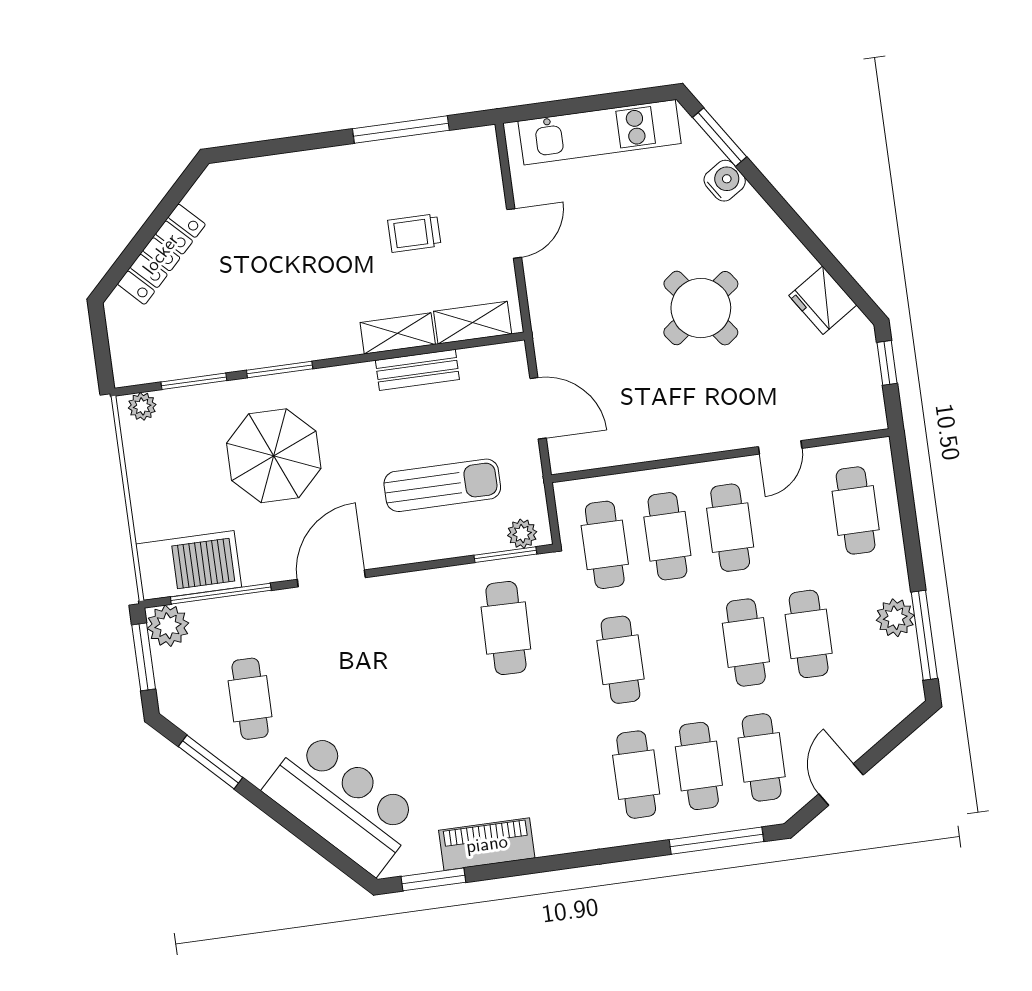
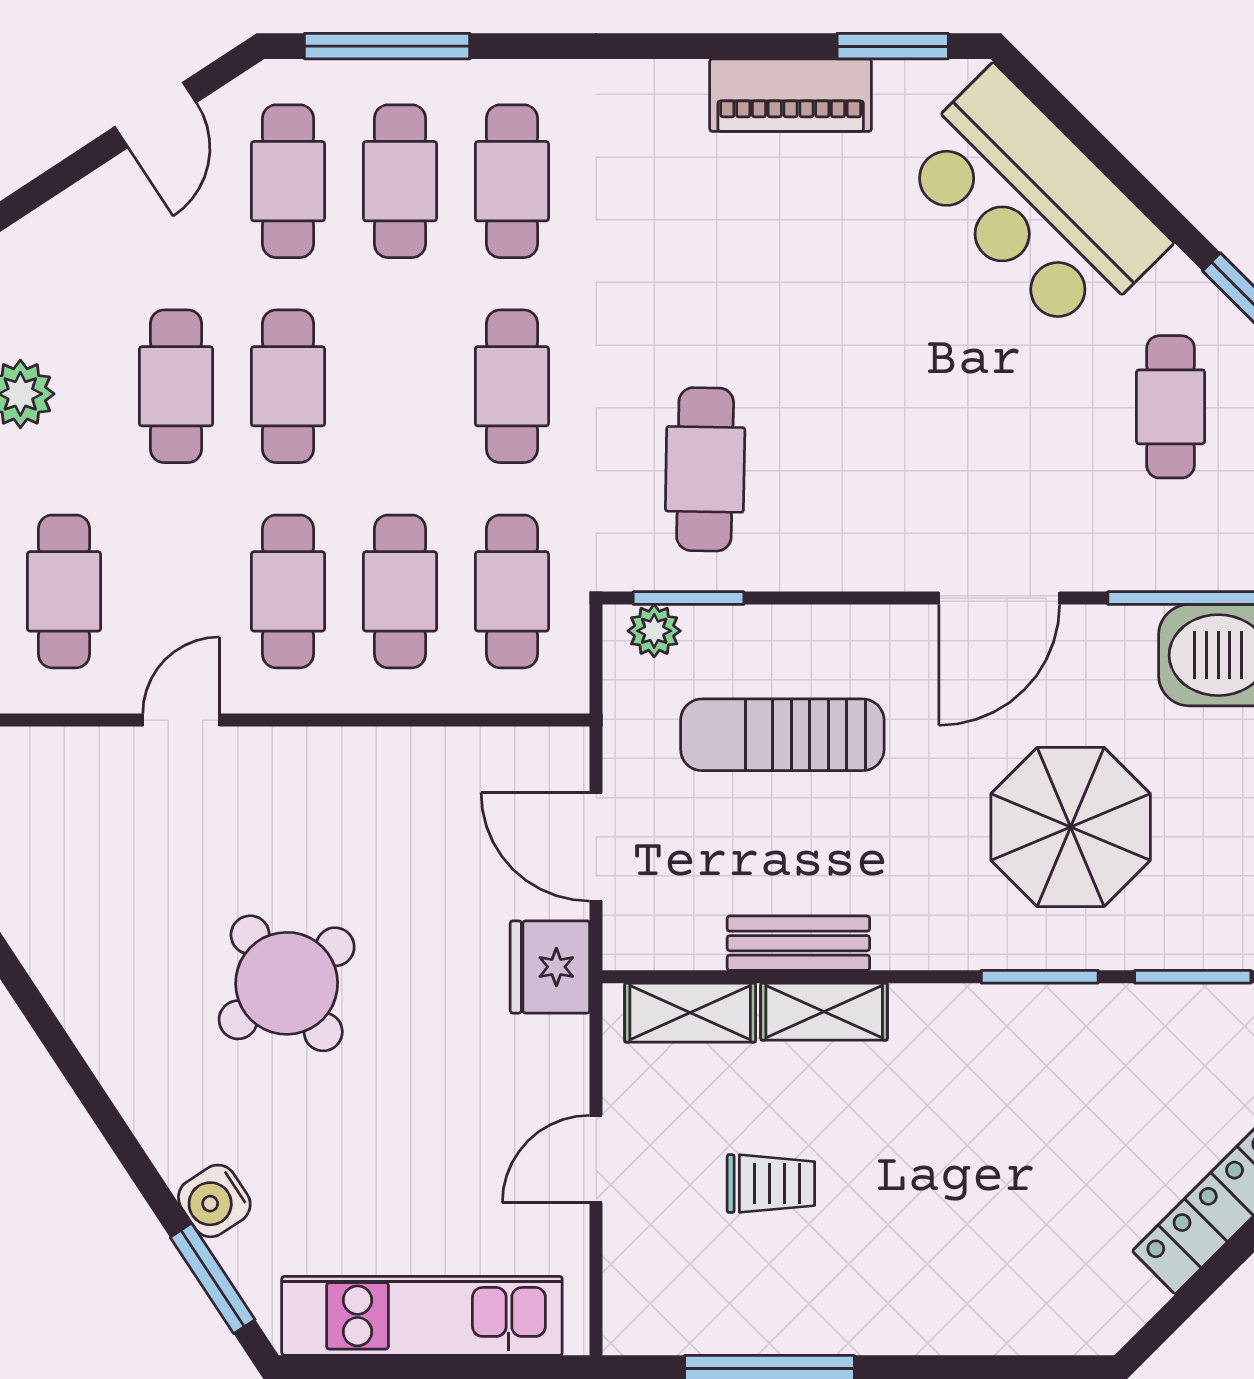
fridge: (823, 300) -> (550, 967), moved, turned -147

